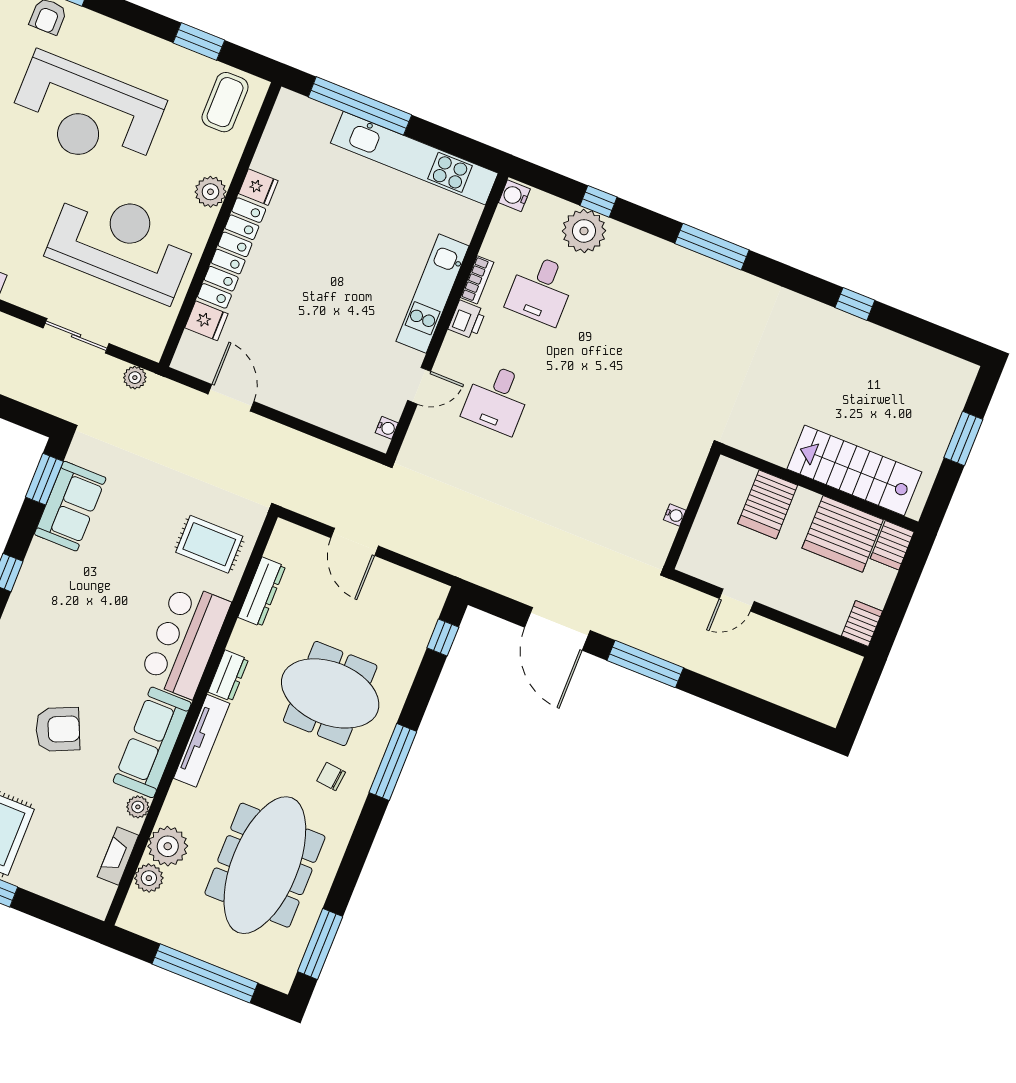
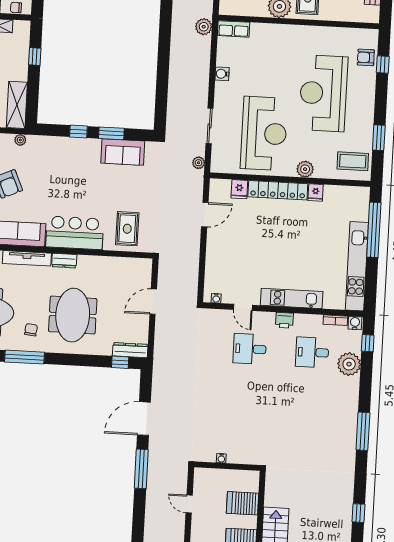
window: (599, 201) -> (368, 343), moved
bookcase: (477, 280) -> (335, 320), moved
window: (44, 479) -> (111, 133), moved
dresser: (262, 592) -> (130, 350), moved, turned 180
window: (393, 762) -> (24, 357), moved

